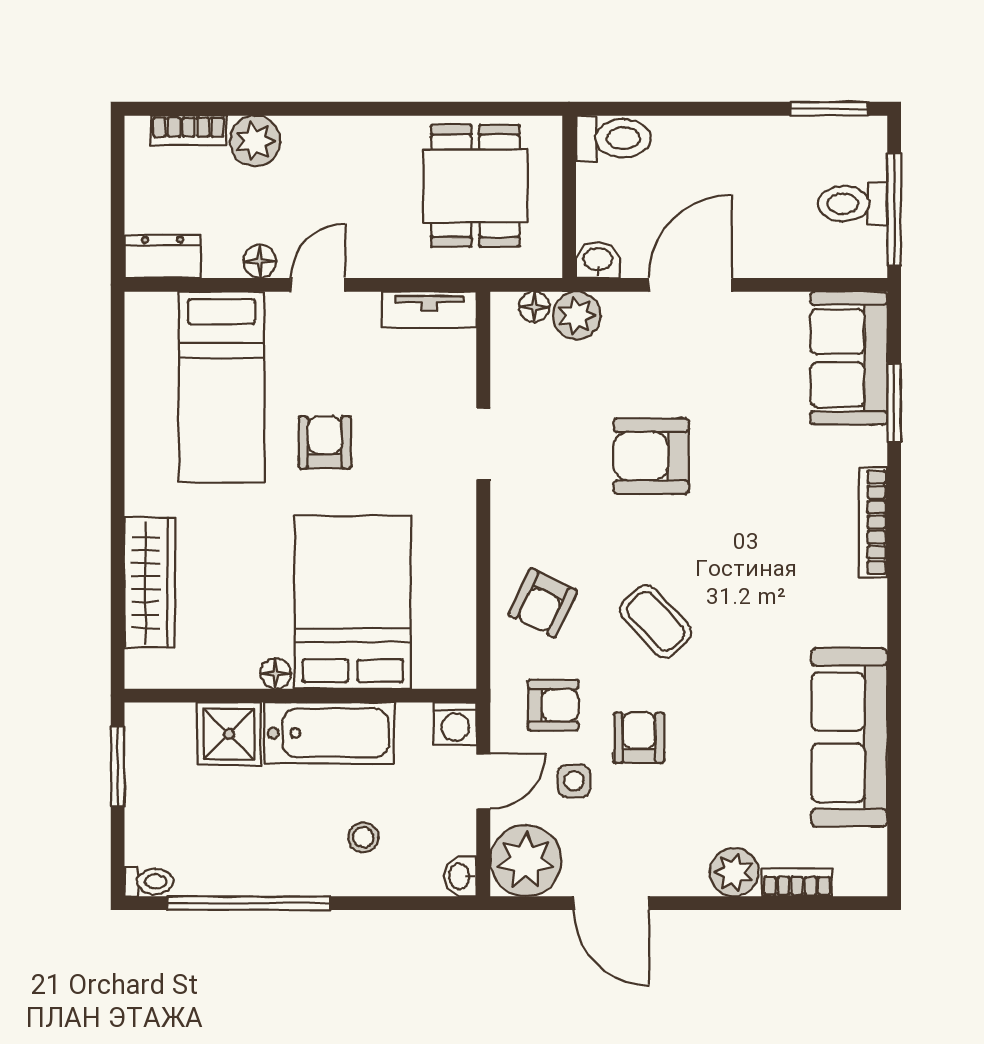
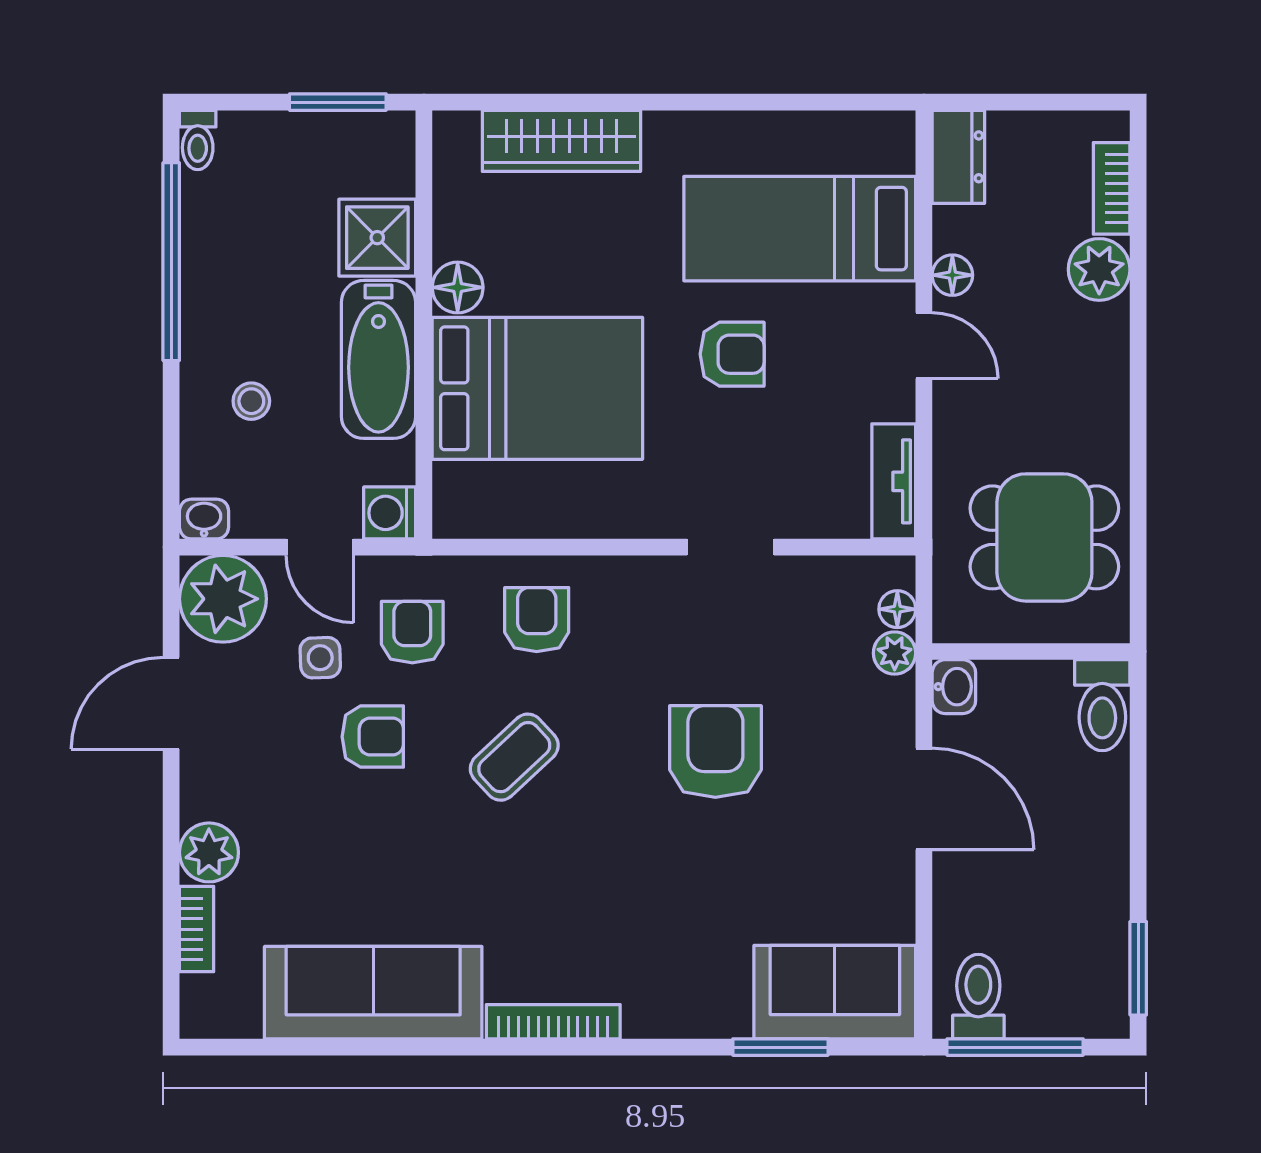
toilet: (853, 204) -> (978, 997), moved
plant: (577, 315) -> (895, 653), width x0.73, depth x0.73
bookcase: (873, 522) -> (553, 1022), moved
armchair: (543, 603) -> (537, 620), turned 64
floor lamp: (276, 674) -> (458, 287), width x1.37, depth x1.37
armchair: (553, 705) -> (412, 632), turned 180

